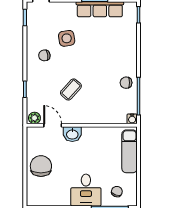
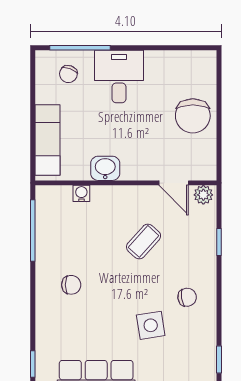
chair: (126, 83) -> (71, 285), moved
water cooler: (132, 119) -> (81, 193), moved
washbasin: (72, 134) -> (105, 168), moved

